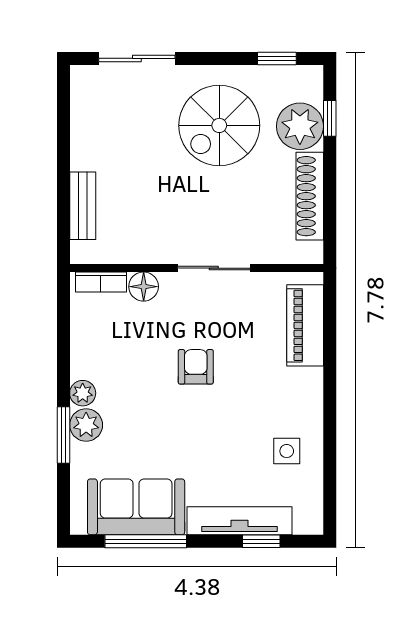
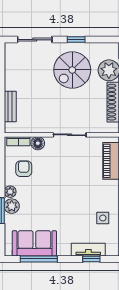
window: (277, 58) -> (76, 40), moved
armchair: (196, 367) -> (24, 169), moved
tv unit: (240, 521) -> (88, 250), width x0.71

